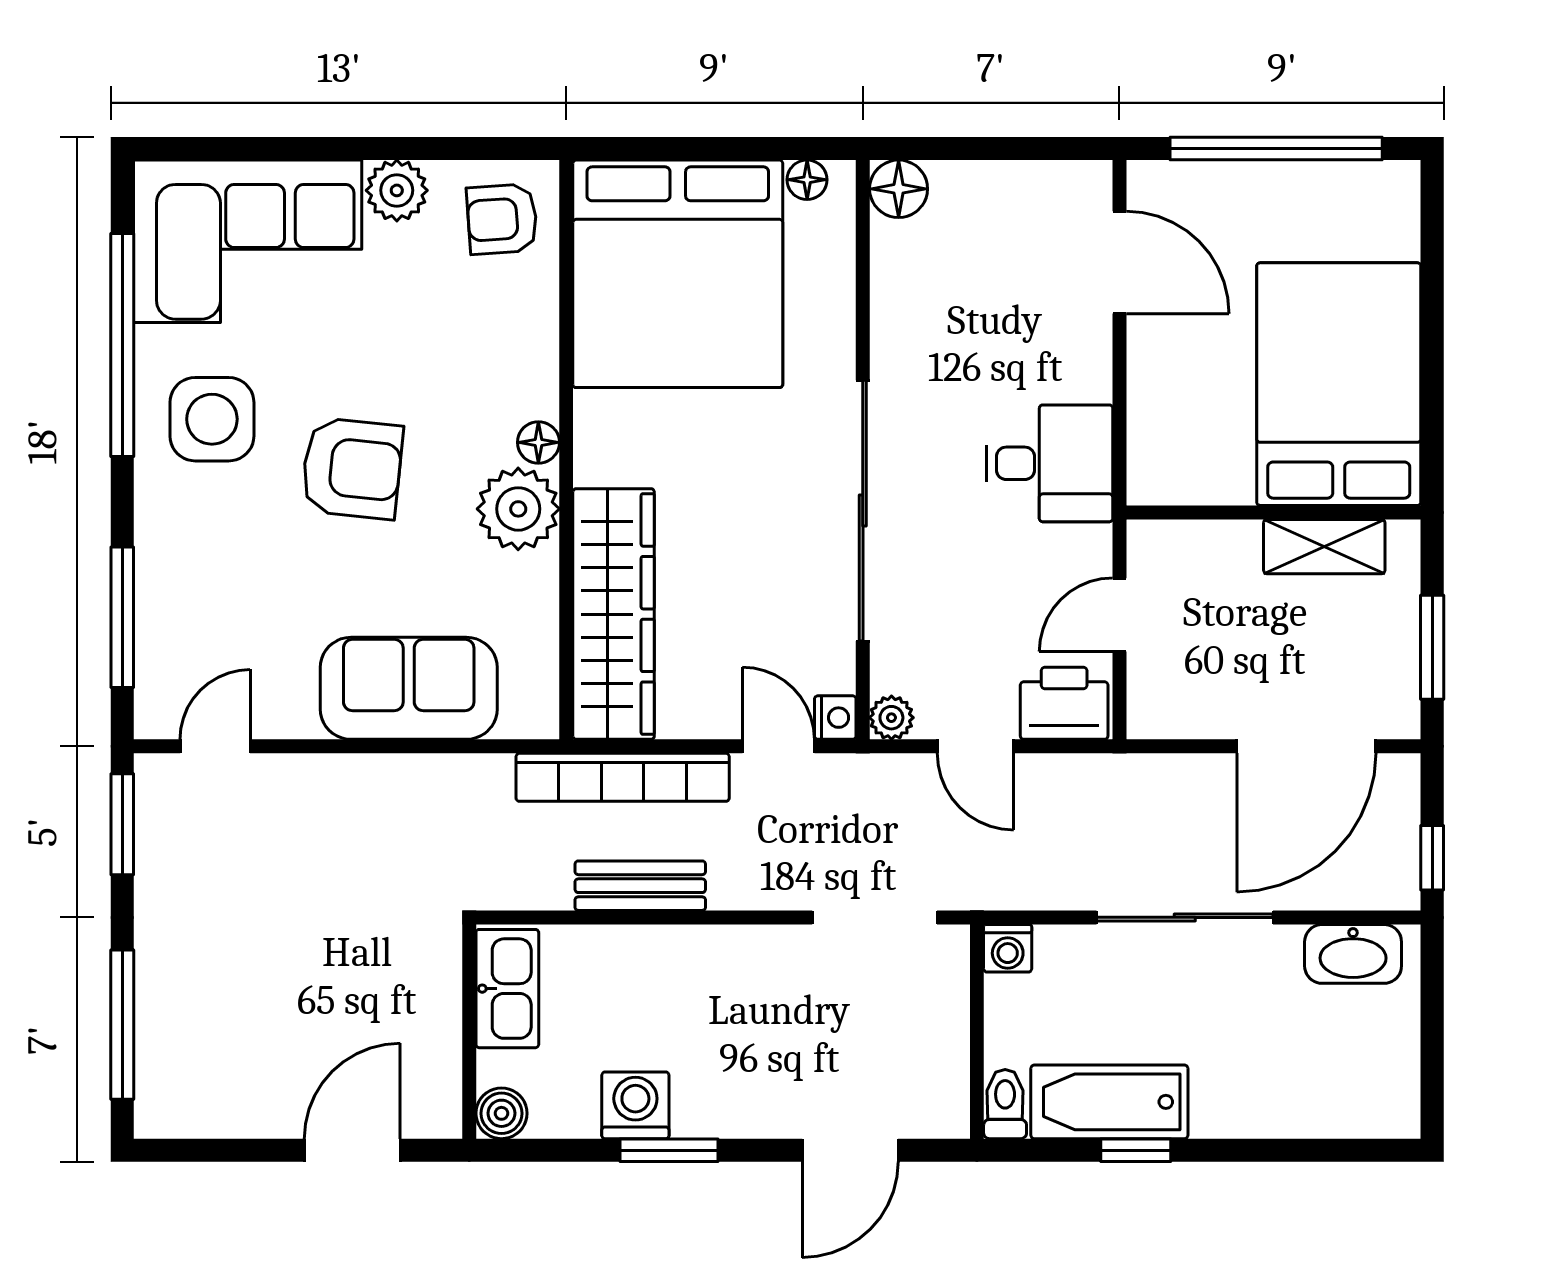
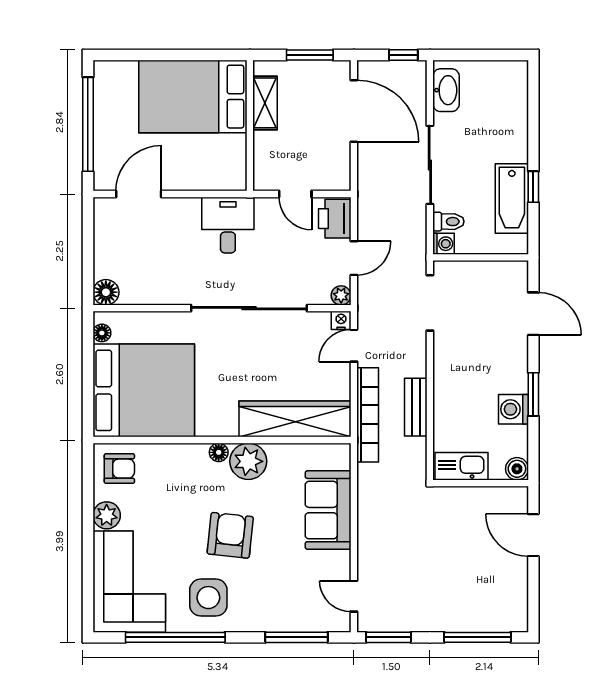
armchair: (502, 219) -> (119, 469), turned -86
toilet: (1005, 1104) -> (448, 222), moved, turned 180

